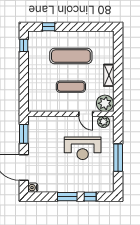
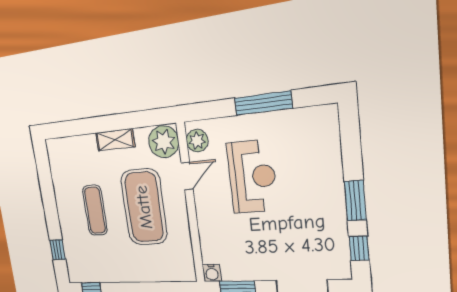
exercise mat: (71, 56) -> (95, 210), width x0.73, depth x0.69
exercise mat: (71, 87) -> (144, 207), width x2.00, depth x1.45
water cooler: (33, 188) -> (212, 273), moved
window: (90, 197) -> (359, 248), moved

